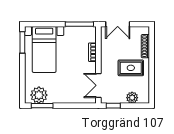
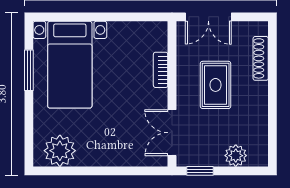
window: (79, 24) -> (136, 17), removed
window: (22, 42) -> (29, 70), moved
rug: (131, 68) -> (216, 85), moved, turned 90
window: (42, 106) -> (66, 171), removed

